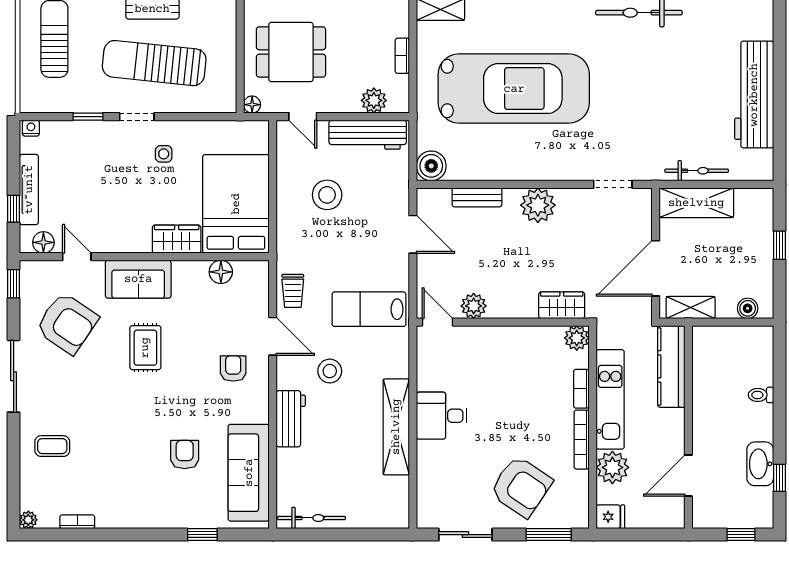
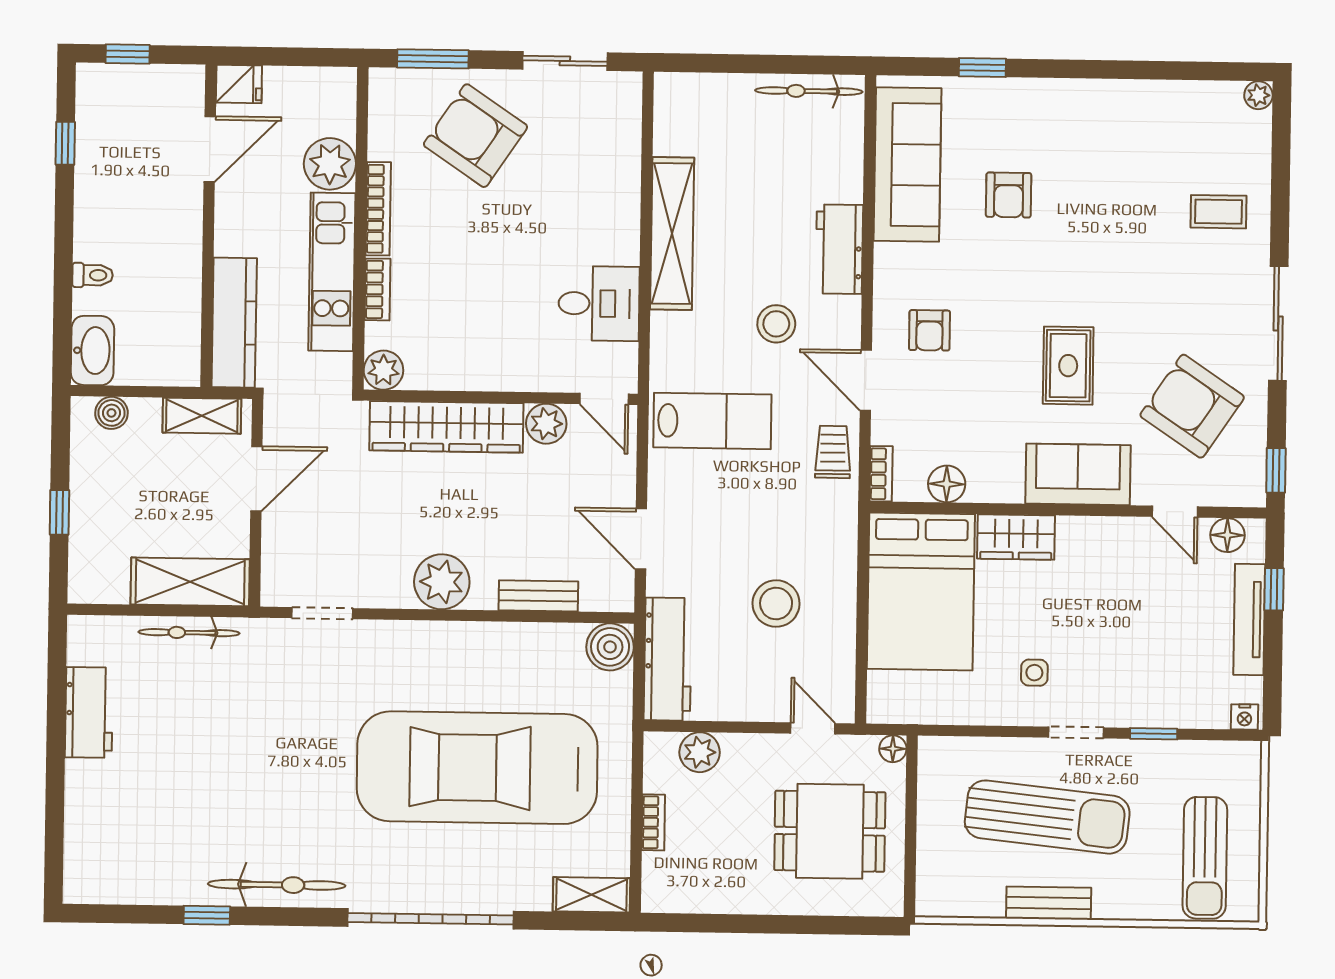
workbench: (754, 95) -> (89, 712), width x0.53, depth x0.76
workbench: (368, 135) -> (668, 659), moved, turned 90
door: (656, 268) -> (256, 479), width x0.73
wardrobe: (562, 305) -> (446, 427), width x2.10, depth x1.17
desk: (442, 416) -> (599, 304), moved
washbasin: (760, 464) -> (92, 351), moved
fridge: (610, 517) -> (239, 84), moved, turned 180
bookcase: (77, 522) -> (881, 474), moved, turned -90

